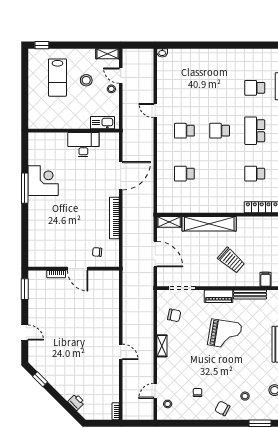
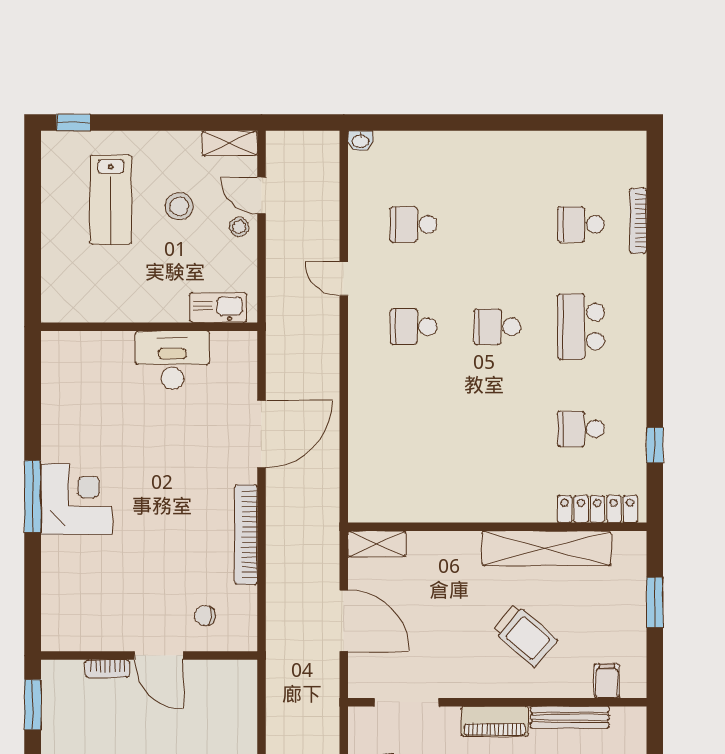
school desk: (184, 174) -> (413, 224), moved
corner desk: (43, 181) -> (76, 499), moved
window: (25, 188) -> (33, 496), moved
shelving: (209, 224) -> (546, 548), moved

